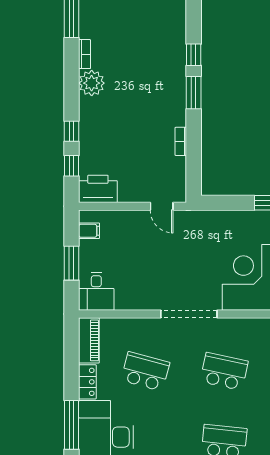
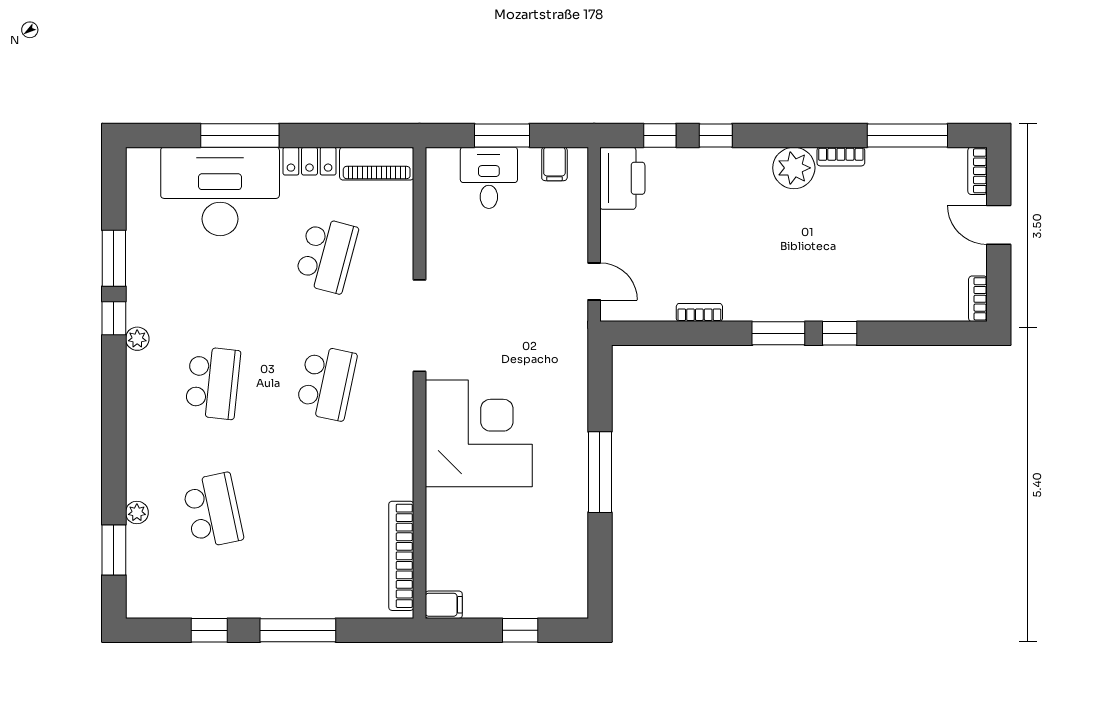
door: (162, 206) -> (594, 281), swing flipped
desk: (96, 291) -> (489, 178), moved, turned 90

